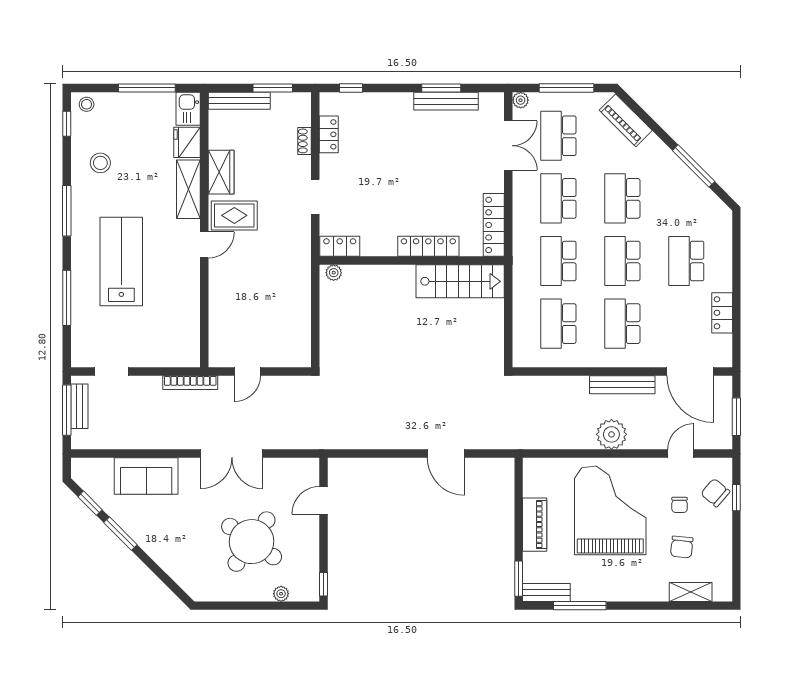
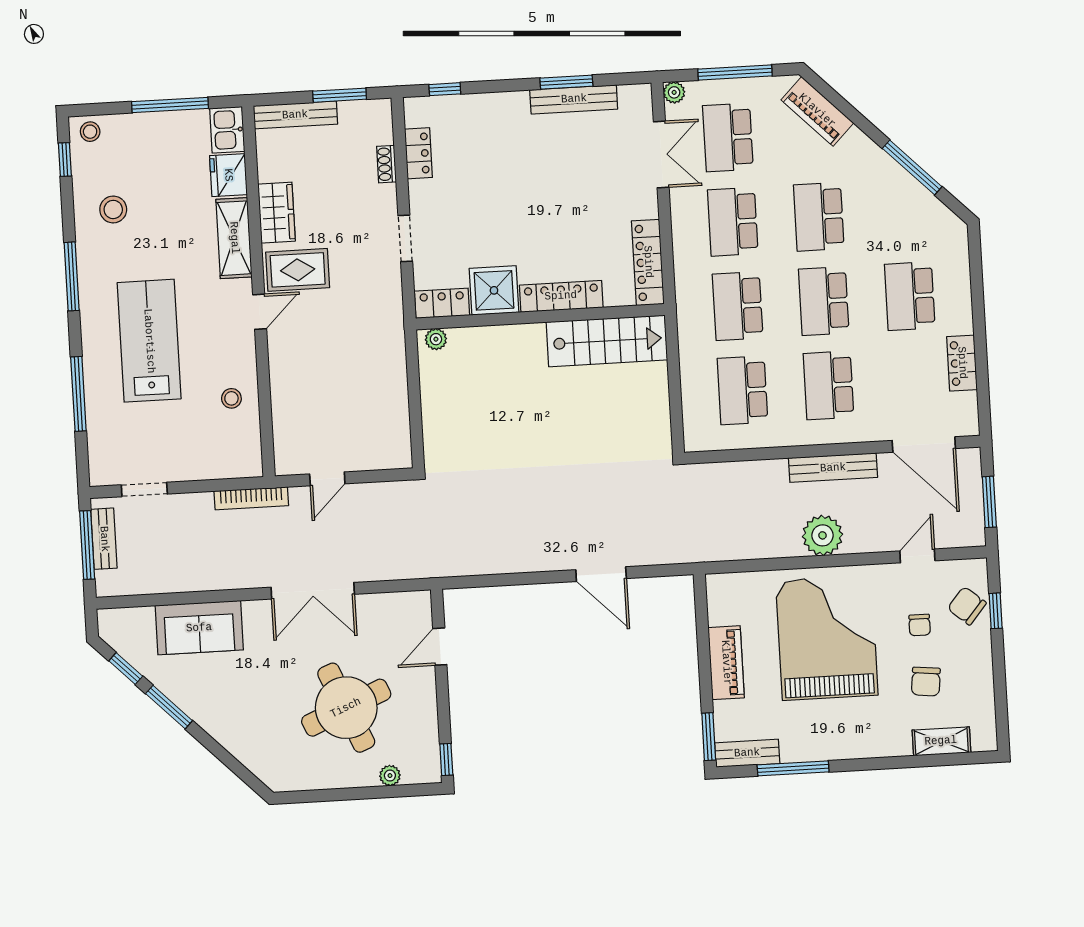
shower: (379, 239) -> (494, 290), added
stool: (180, 308) -> (231, 398), added
round table: (252, 542) -> (346, 708), turned 32

